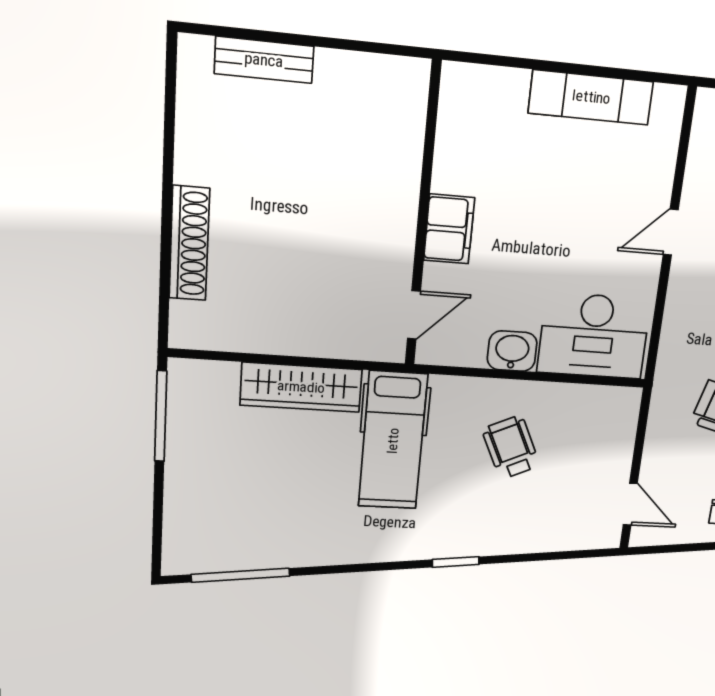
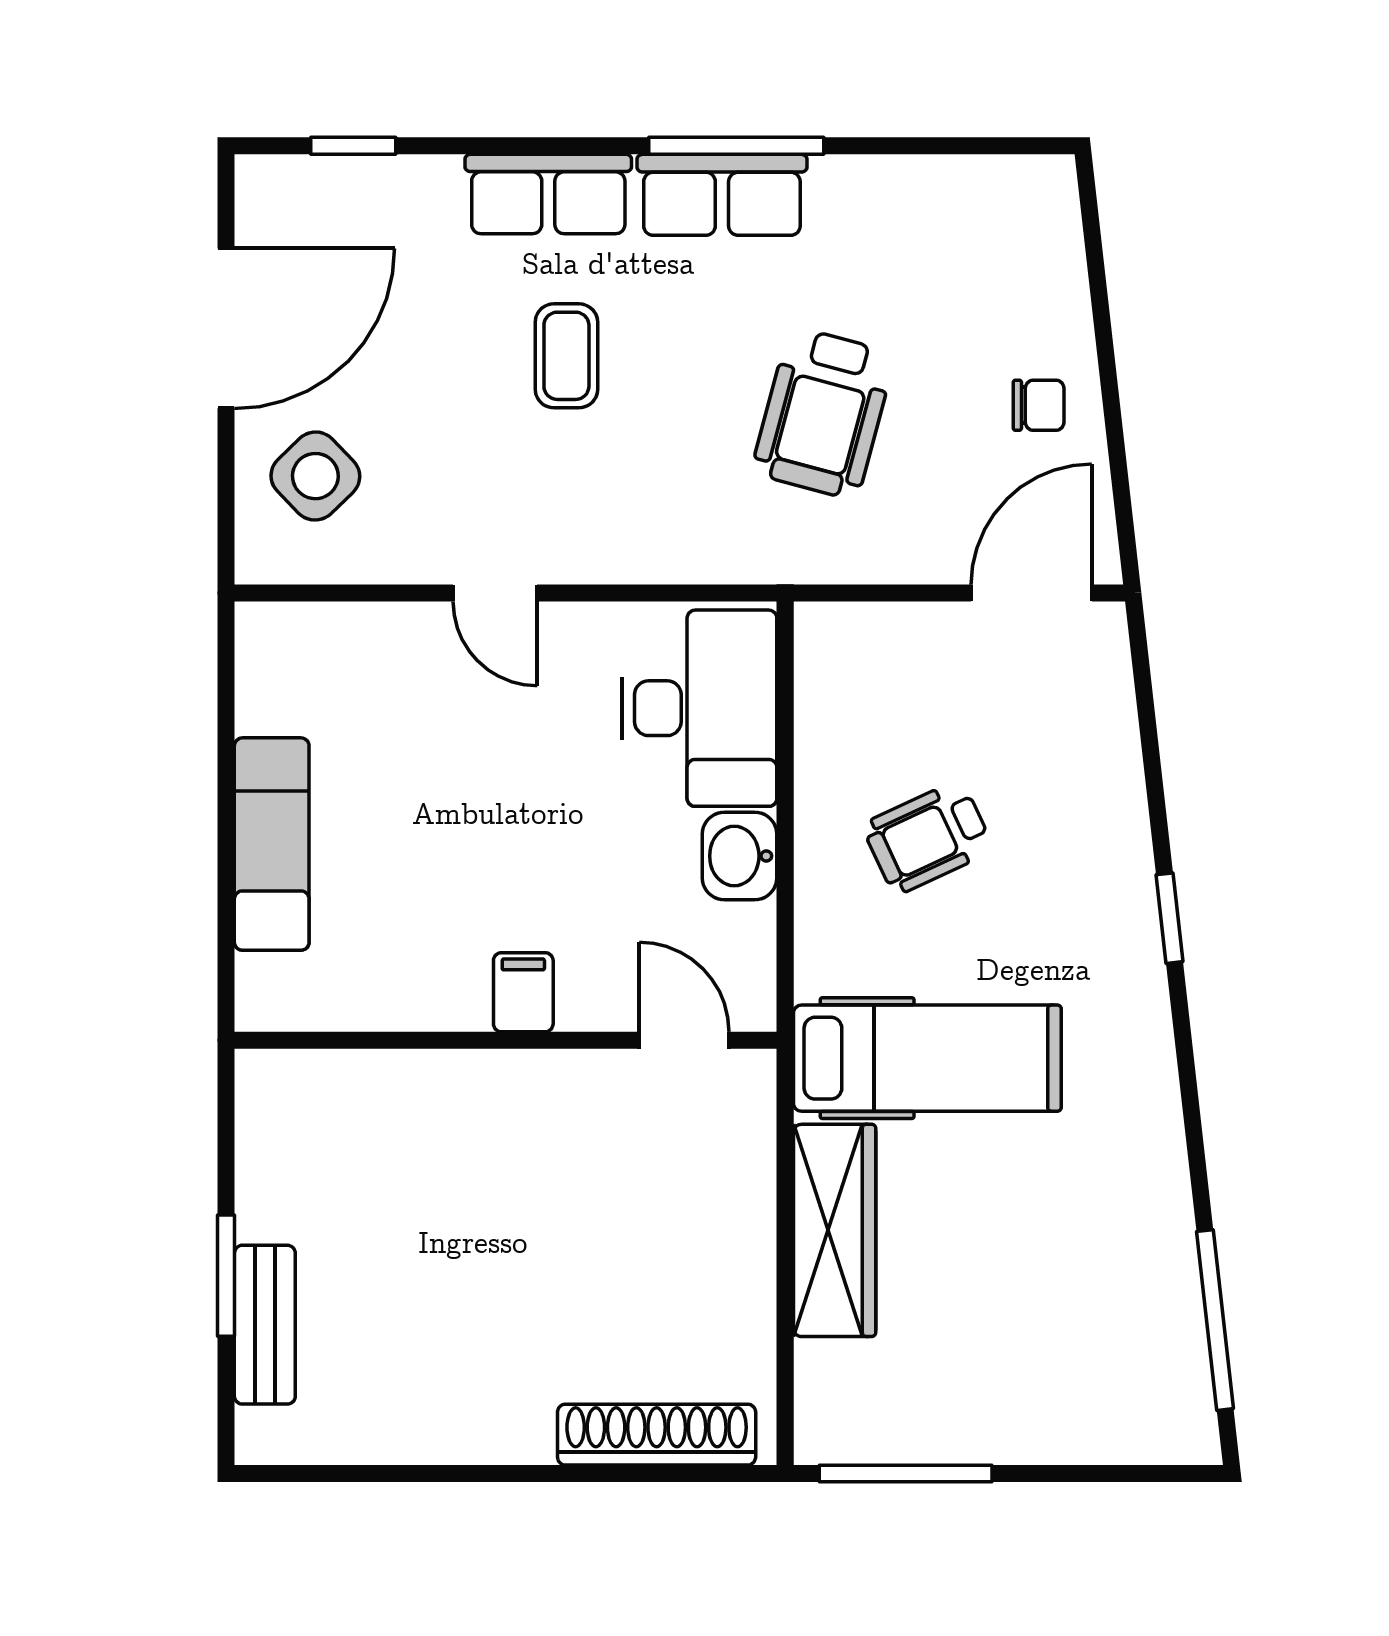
window: (296, 39) -> (226, 1276), added
exam couch: (591, 97) -> (272, 844), moved
filing cabinet: (449, 229) -> (523, 992), width x0.50
shoe rack: (189, 243) -> (657, 1435), moved
door: (630, 504) -> (1032, 593), width x1.38

